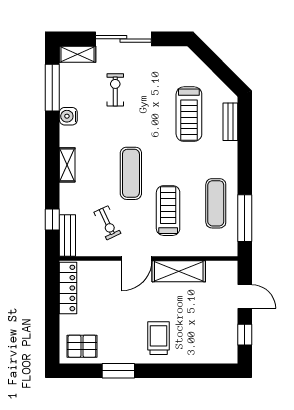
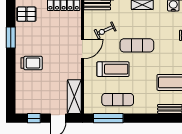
door: (137, 259) -> (82, 49), swing flipped
shelving: (179, 271) -> (74, 97), moved
pallet: (82, 346) -> (26, 14), turned 90

